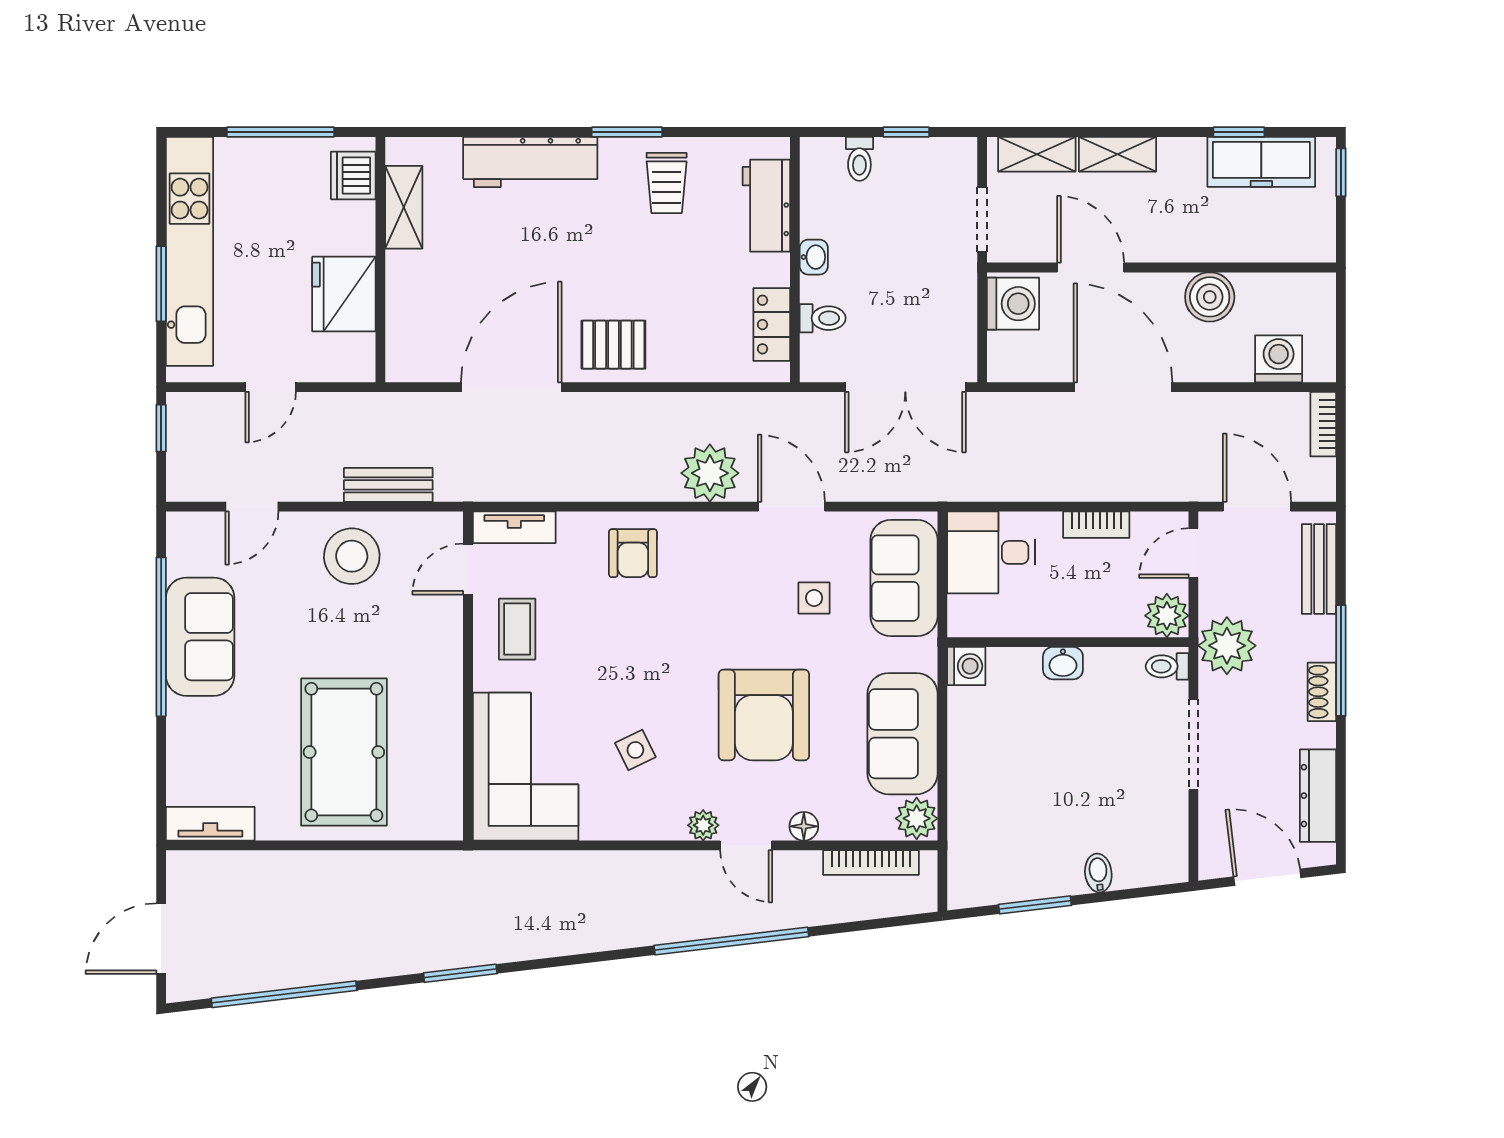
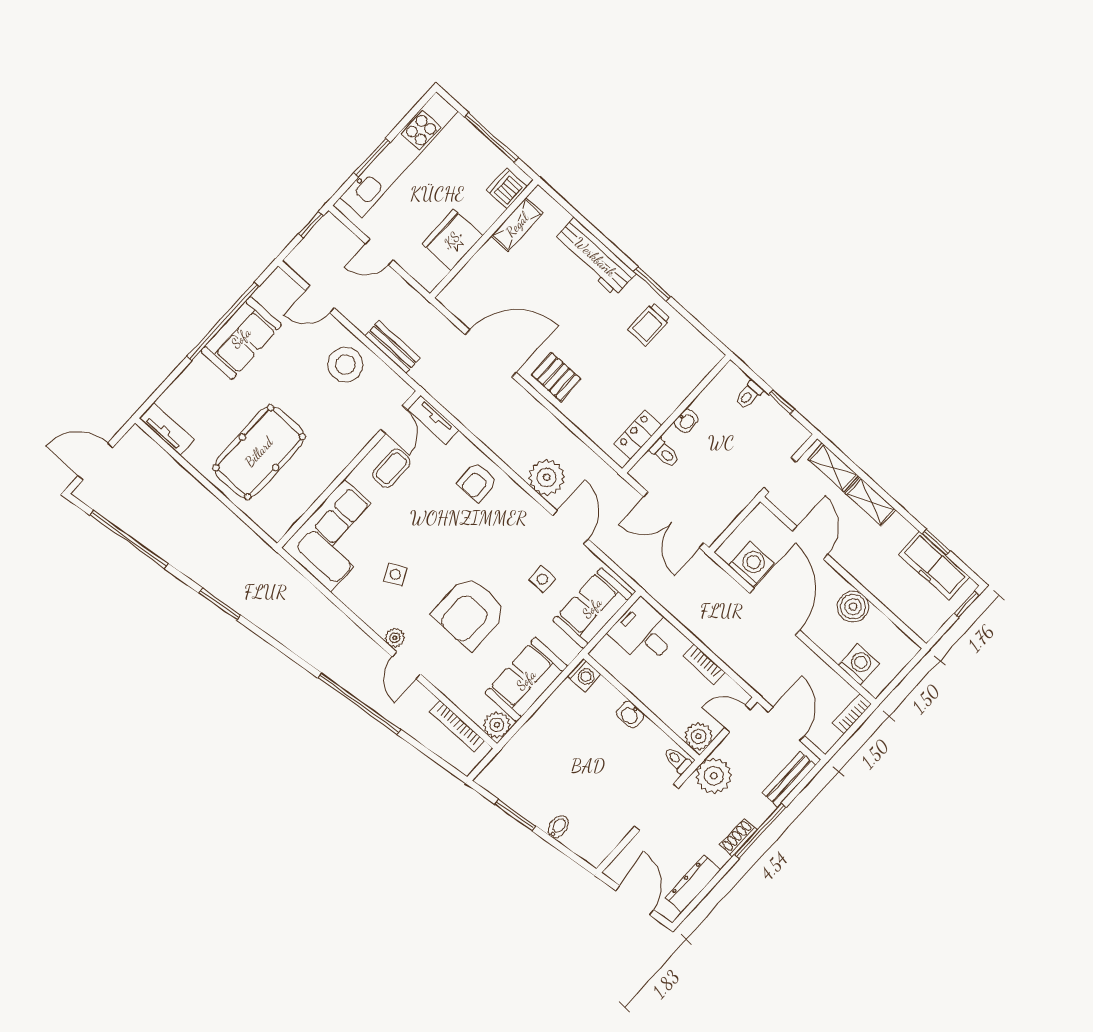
workbench: (766, 206) -> (686, 377), removed
washing machine: (1013, 304) -> (751, 564), moved, turned -90
door: (468, 569) -> (394, 420), swing flipped
floor lamp: (804, 826) -> (441, 681), removed

